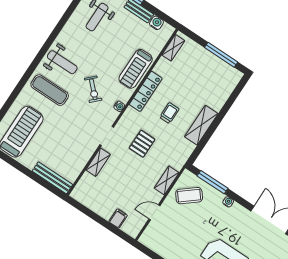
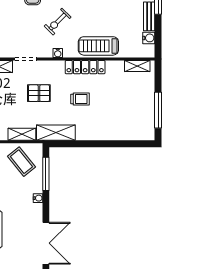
shelving: (201, 125) -> (56, 133), moved

